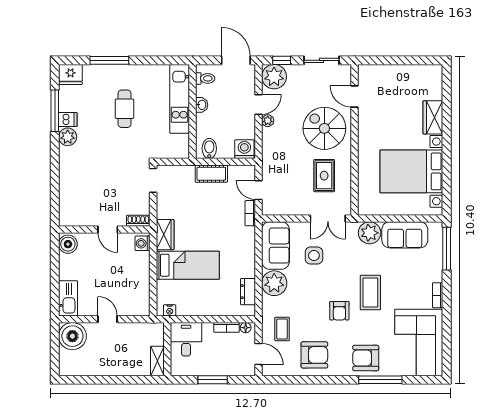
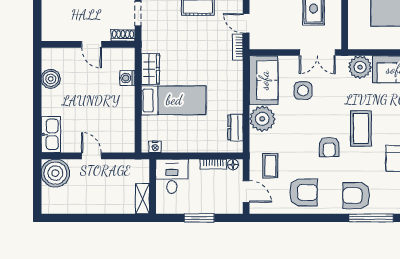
shoe rack: (138, 221) -> (123, 35), moved
wall: (104, 230) -> (88, 44), moved
door: (108, 230) -> (92, 44), moved

